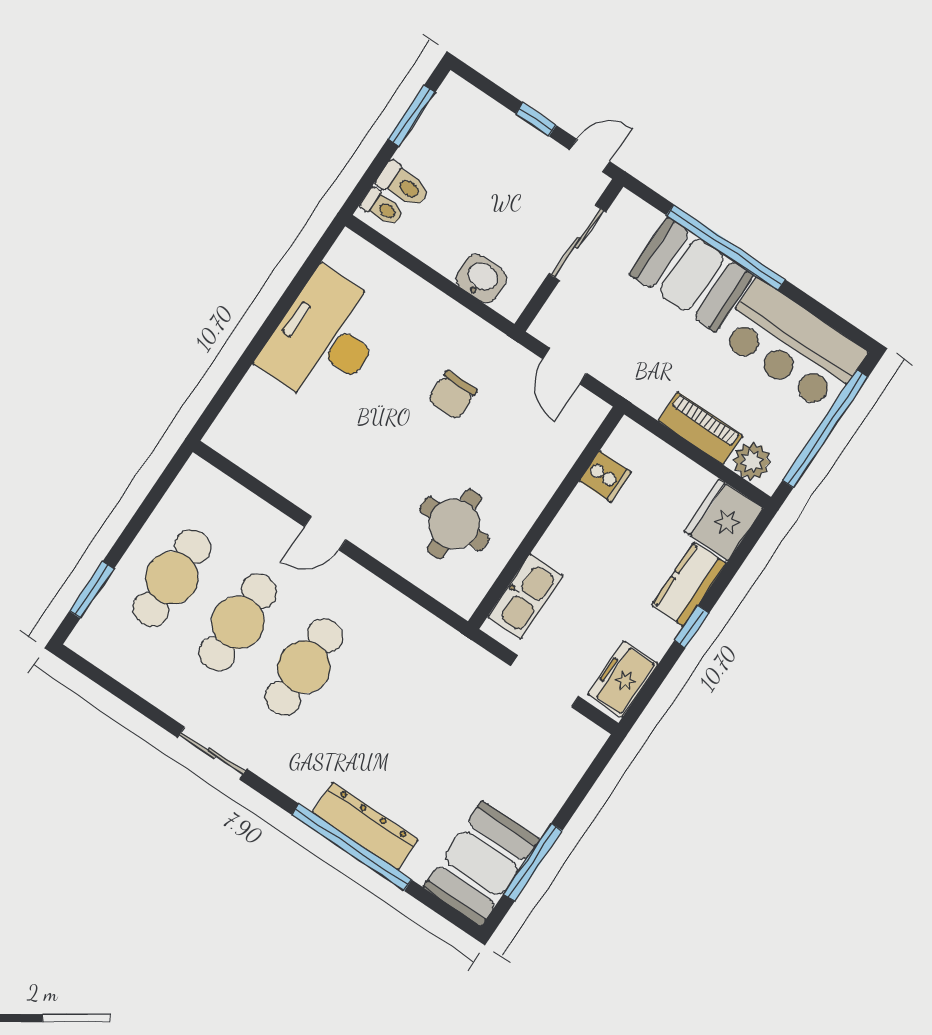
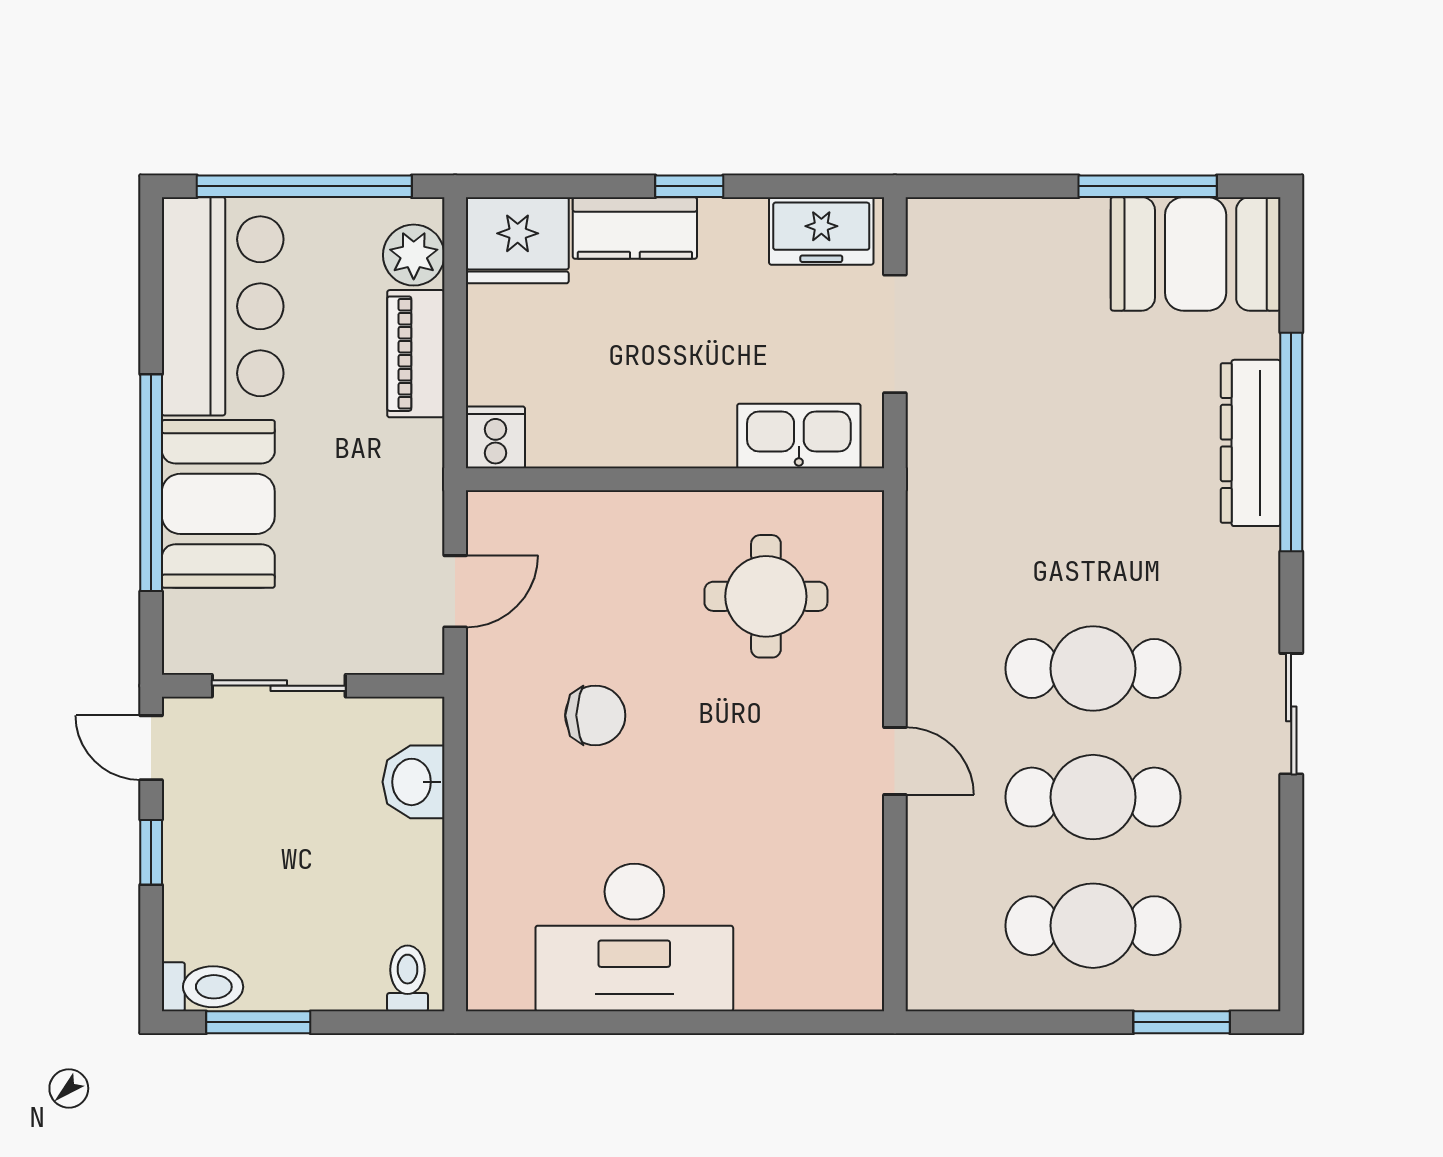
toilet: (403, 185) -> (202, 987), moved, turned 90
cooker: (605, 476) -> (495, 437), moved

